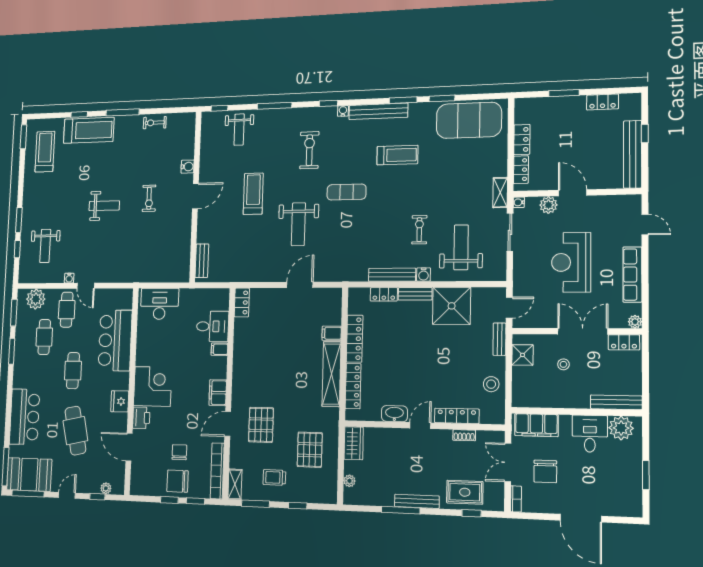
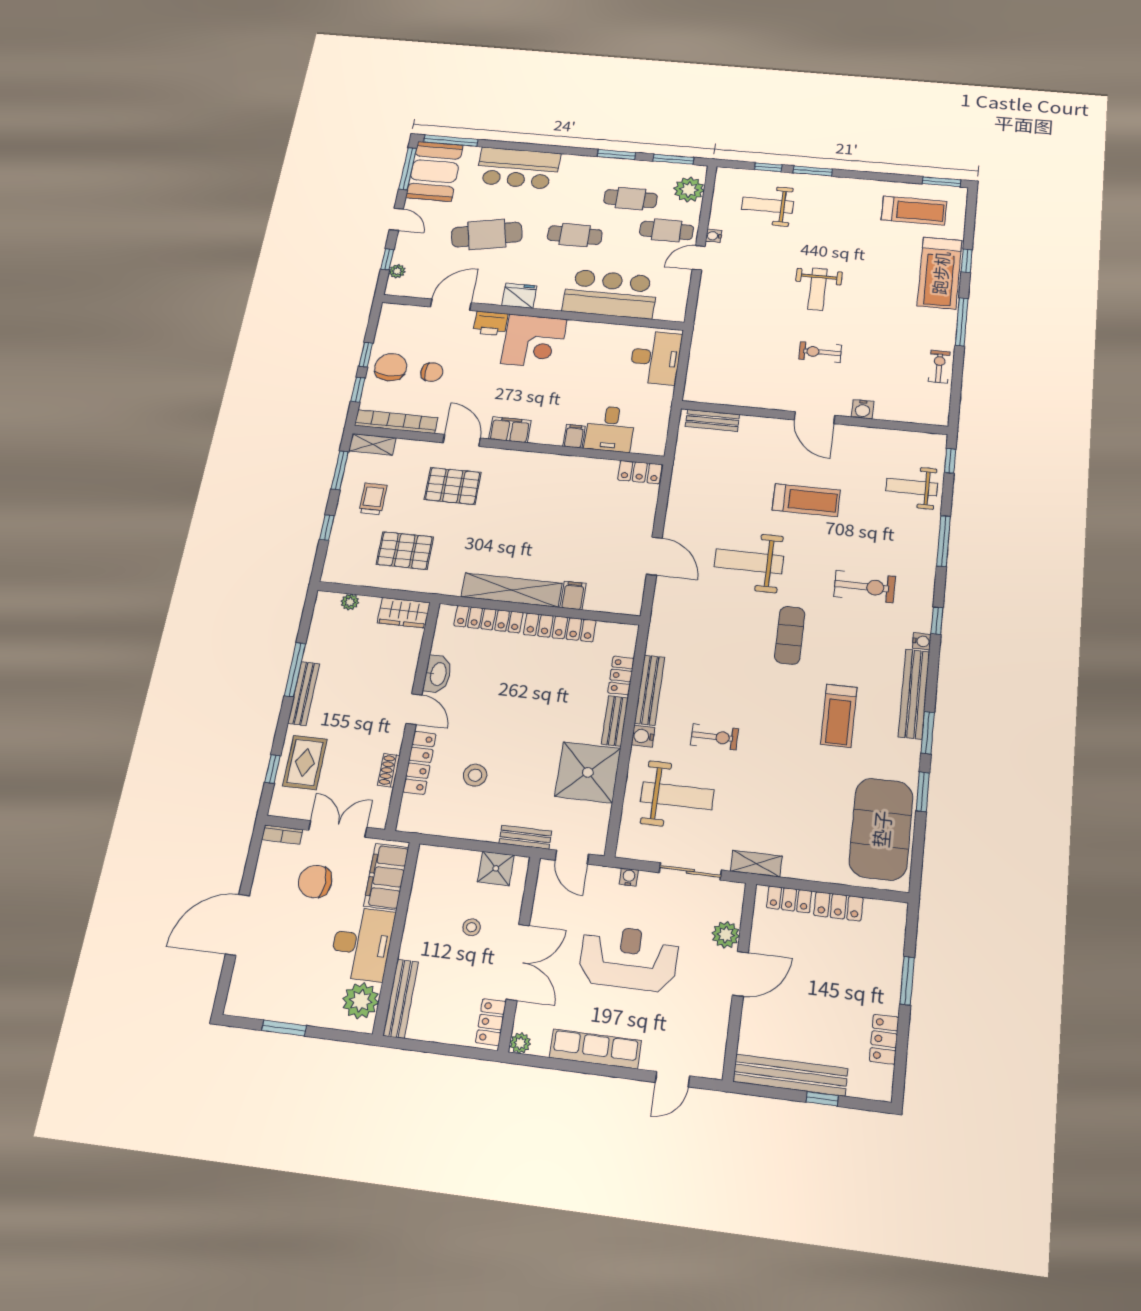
water cooler: (519, 202) -> (629, 877), moved
stool: (491, 384) -> (475, 775), moved
desk: (590, 434) -> (362, 944), width x1.37

